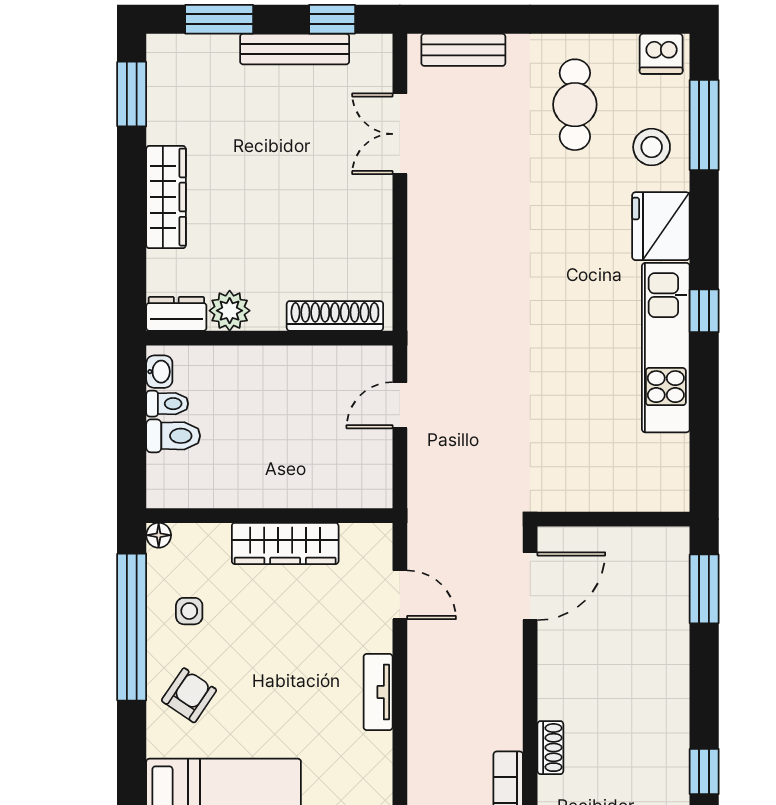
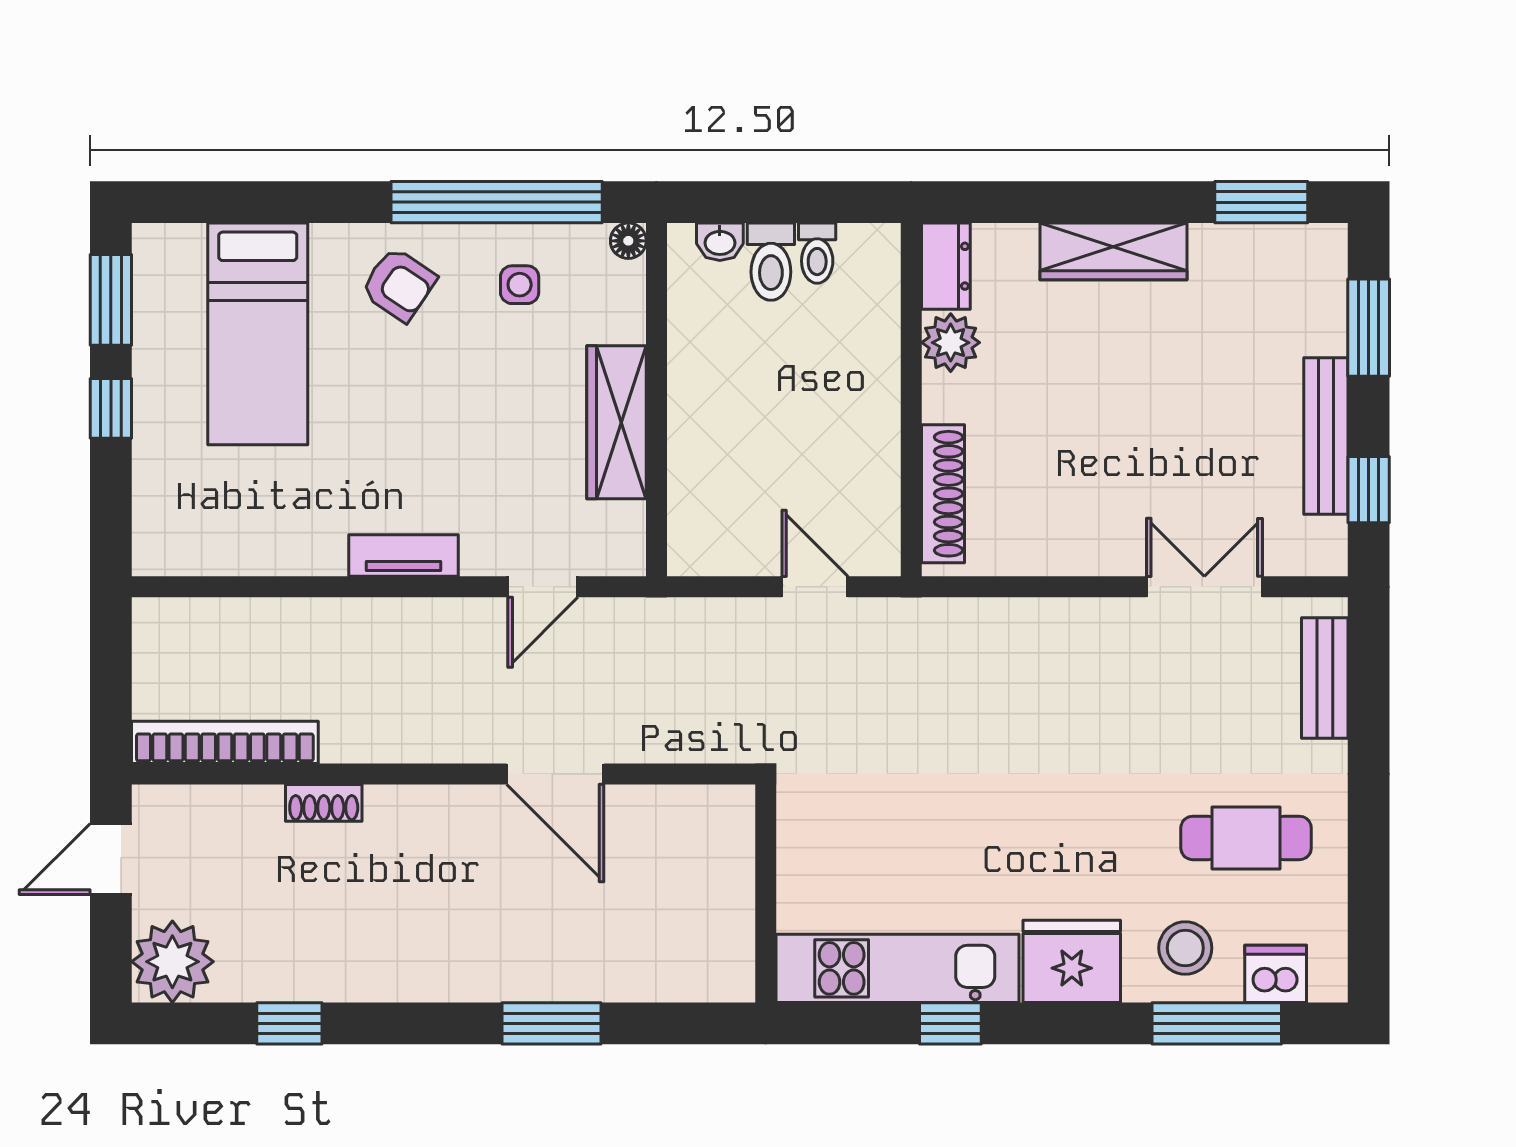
dishwasher: (661, 54) -> (1276, 974), moved, turned 90
washbasin: (159, 372) -> (720, 242), moved
wall: (614, 519) -> (766, 893), moved

